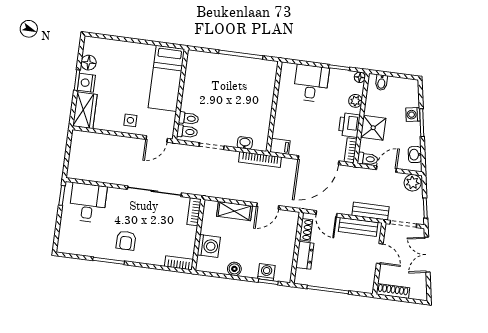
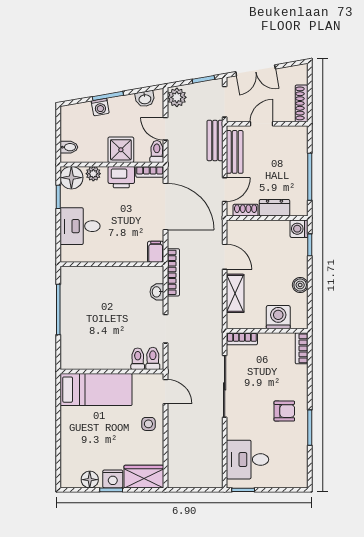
floor lamp: (360, 77) -> (71, 178), width x1.89, depth x1.89
washing machine: (266, 272) -> (299, 229), moved

